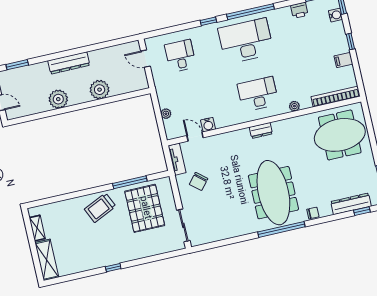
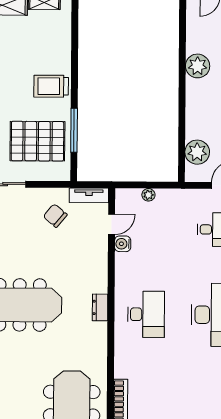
plant: (100, 90) -> (197, 152), moved
plant: (294, 106) -> (120, 356), removed
trolley: (100, 208) -> (51, 86), turned -65

